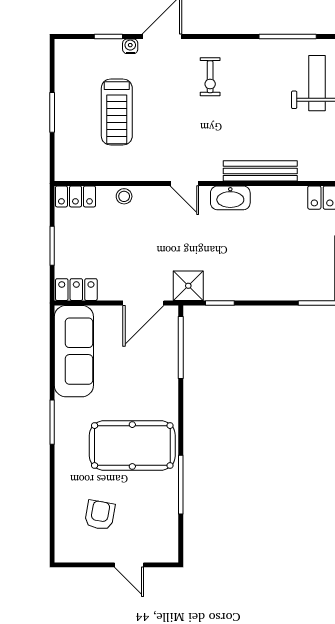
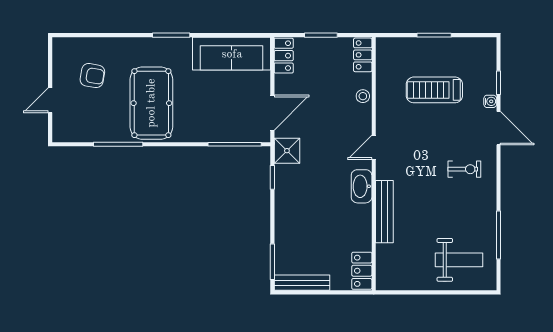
exercise bike: (210, 77) -> (464, 169), turned 180
door: (143, 303) -> (272, 113), swing flipped

